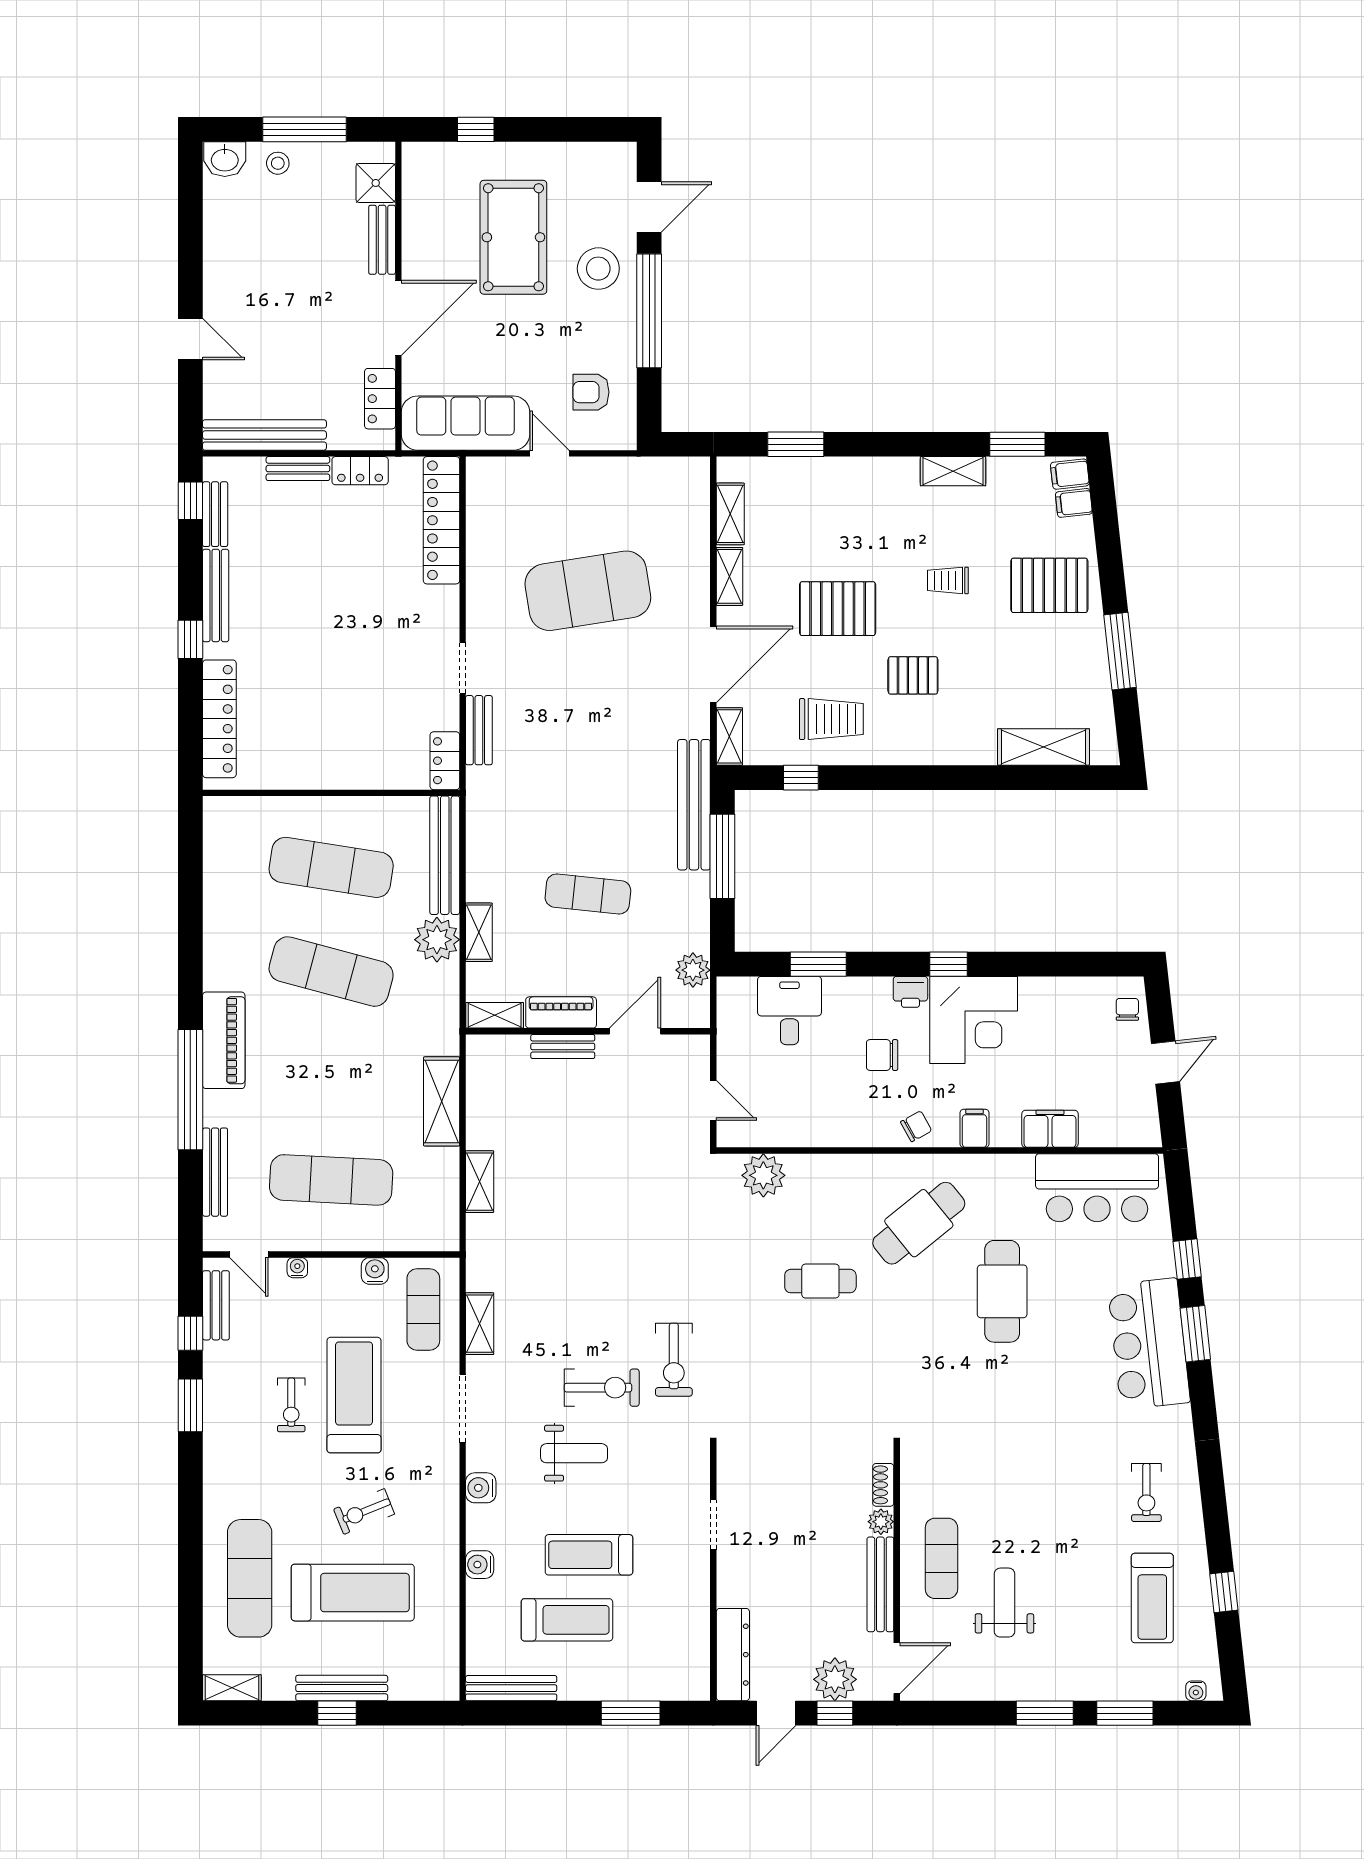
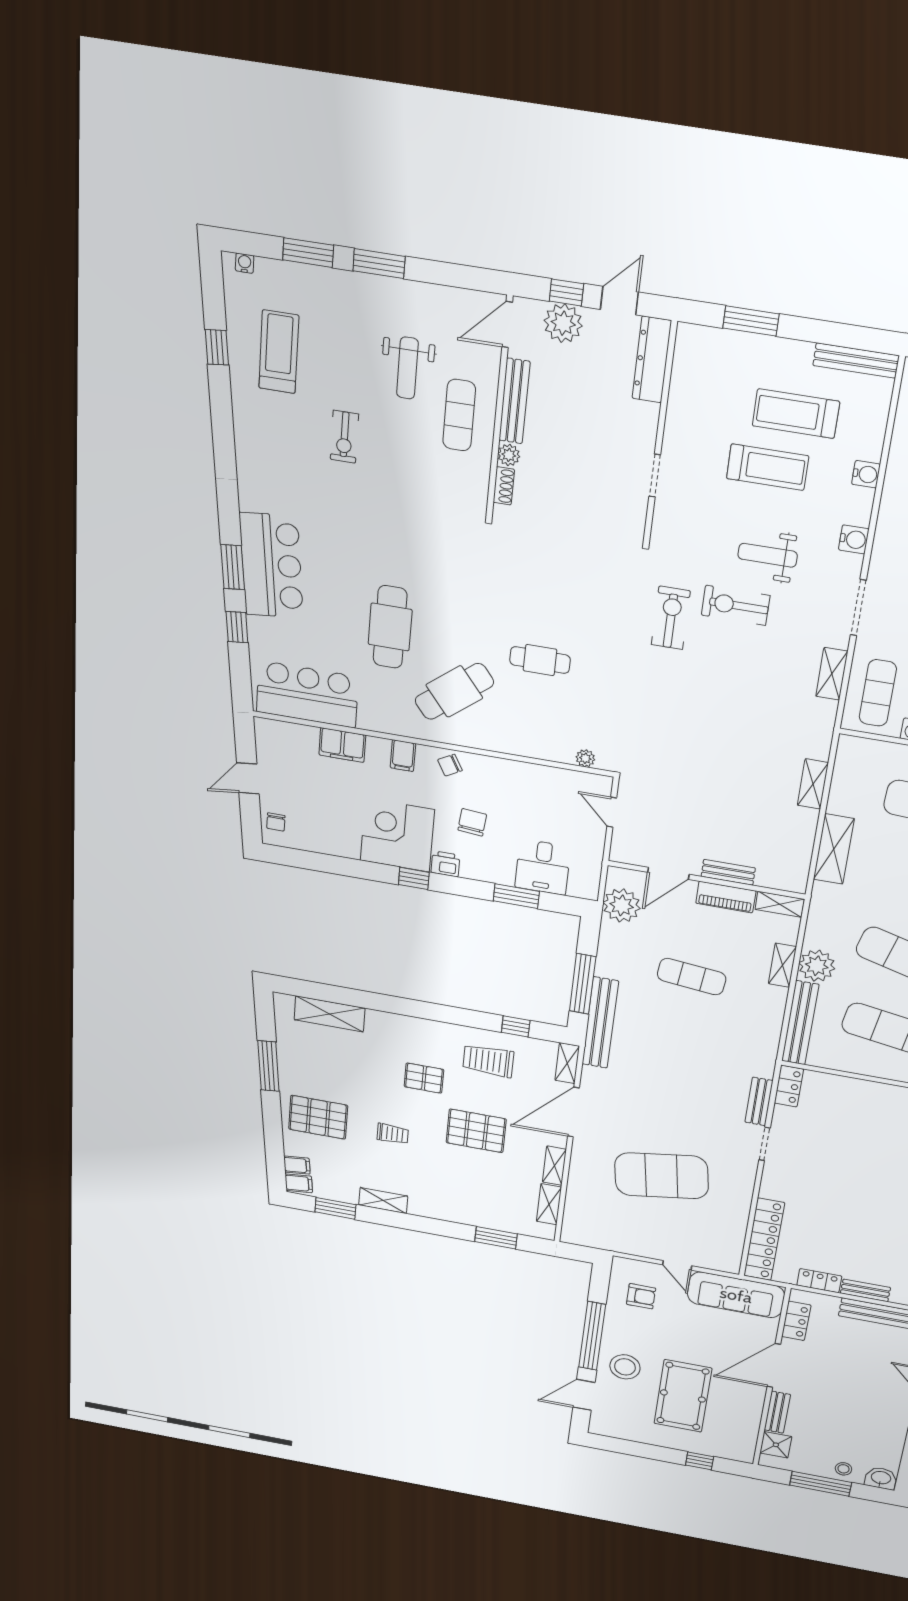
plant: (693, 970) -> (622, 905), width x1.36, depth x1.36
chair: (882, 1055) -> (472, 822), turned -85
plant: (763, 1175) -> (585, 758), width x0.53, depth x0.53
exercise bike: (1146, 1492) -> (344, 437), moved, turned 180

